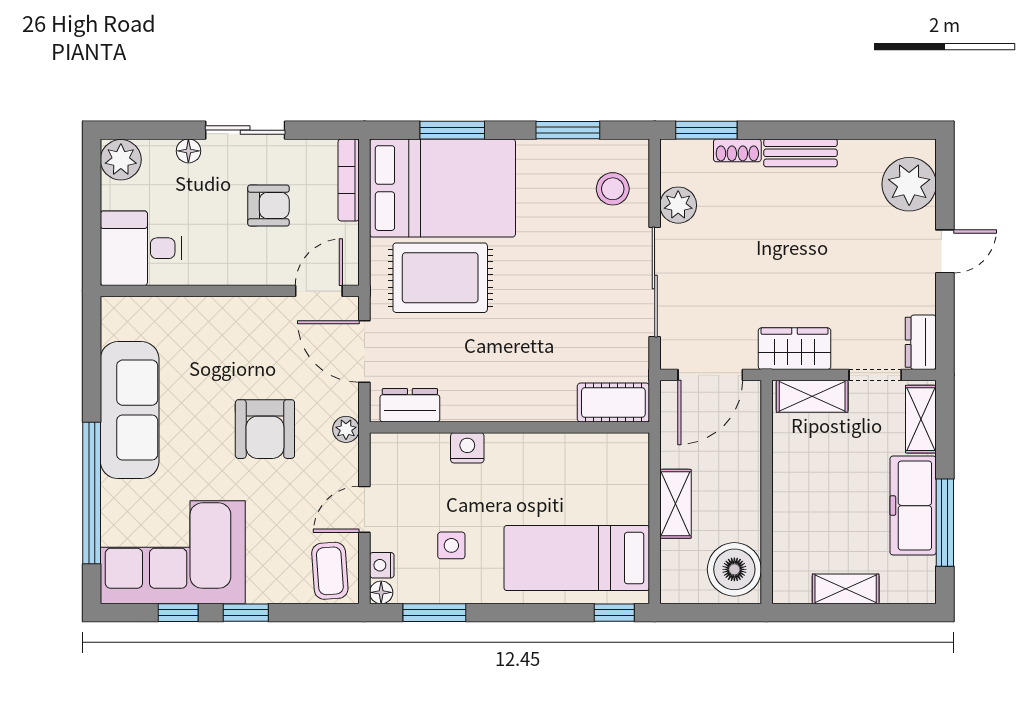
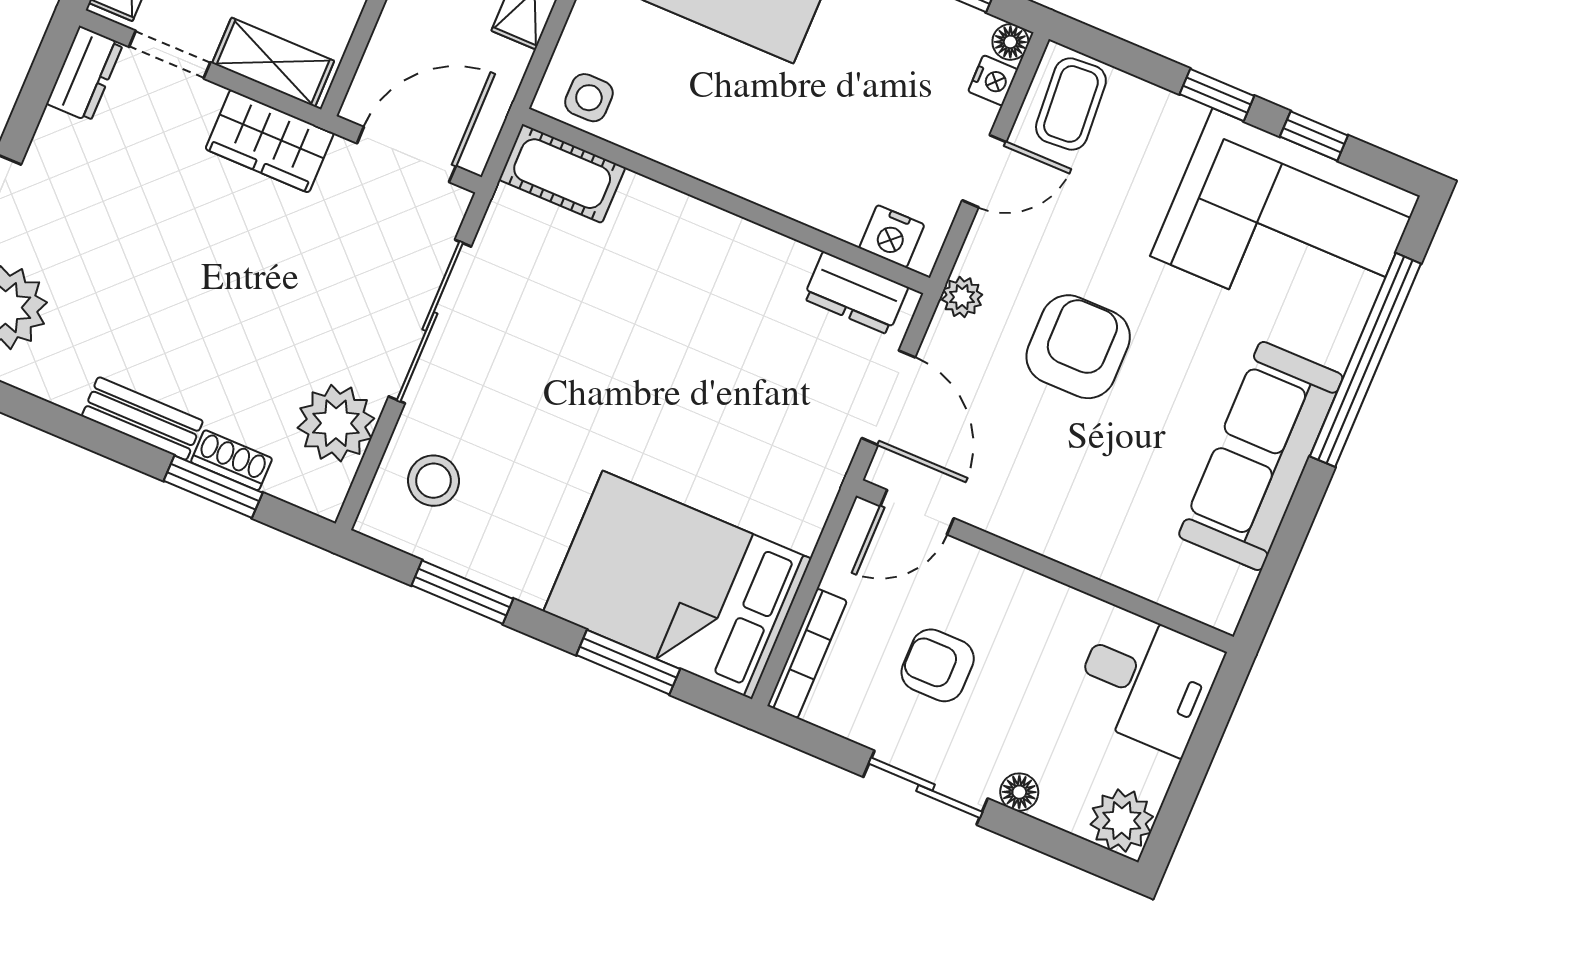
window: (706, 130) -> (213, 487), moved
plant: (678, 205) -> (336, 423), width x1.36, depth x1.36
rug: (440, 278) -> (735, 458), removed
nightstand: (467, 448) -> (892, 236), moved
side table: (451, 545) -> (589, 98), moved

